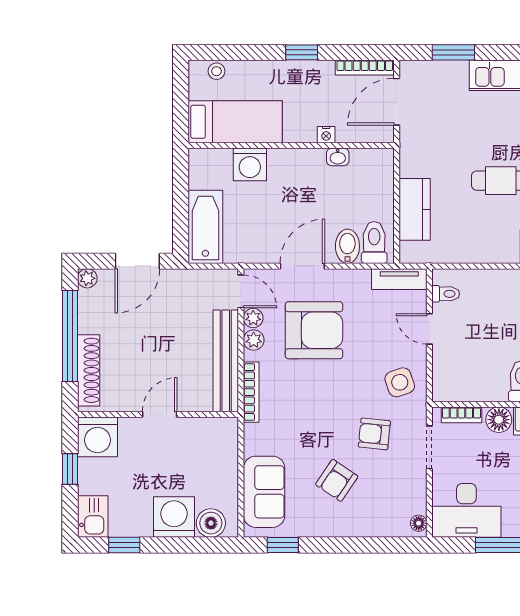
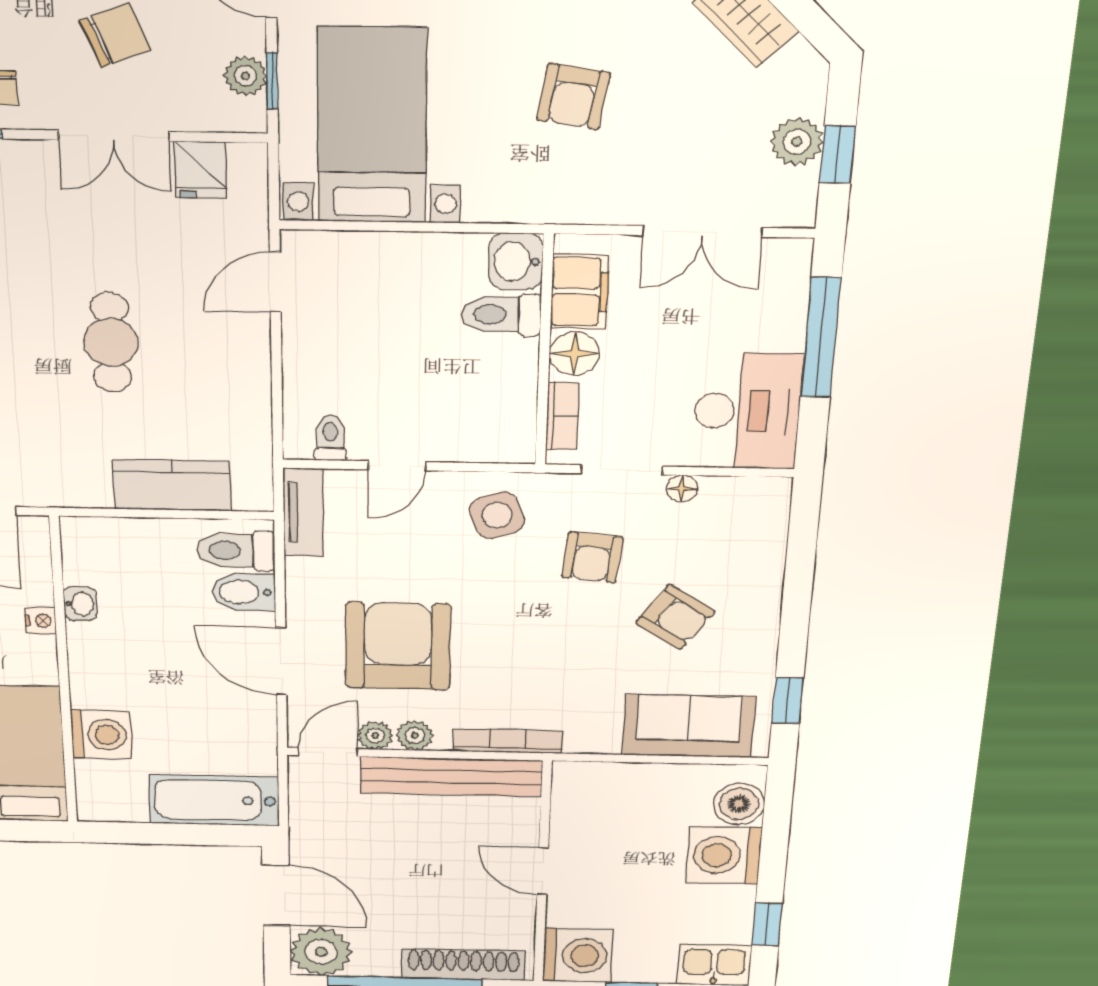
plant: (87, 278) -> (321, 952), width x1.87, depth x1.87
floor lamp: (419, 523) -> (682, 488), moved

